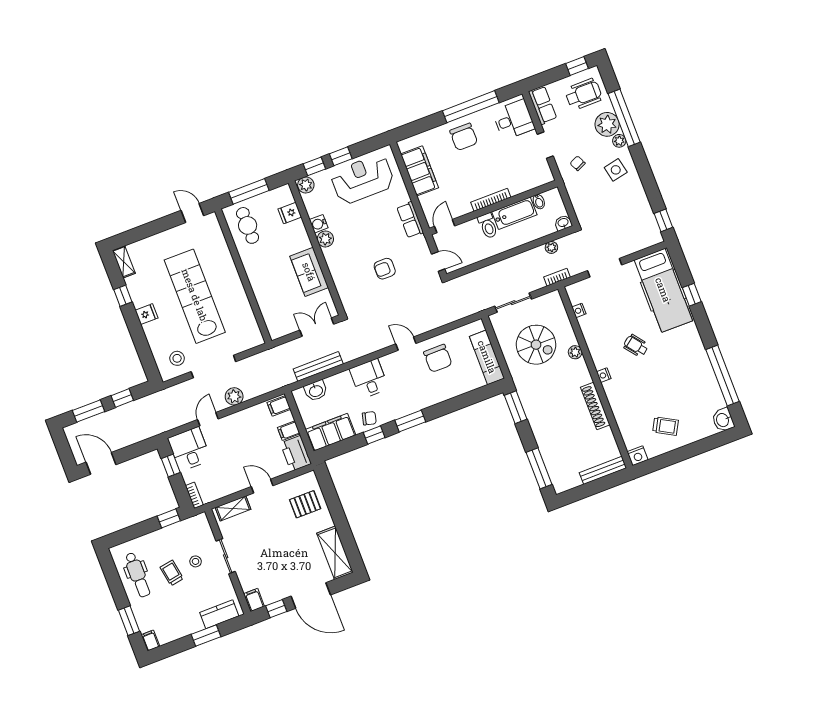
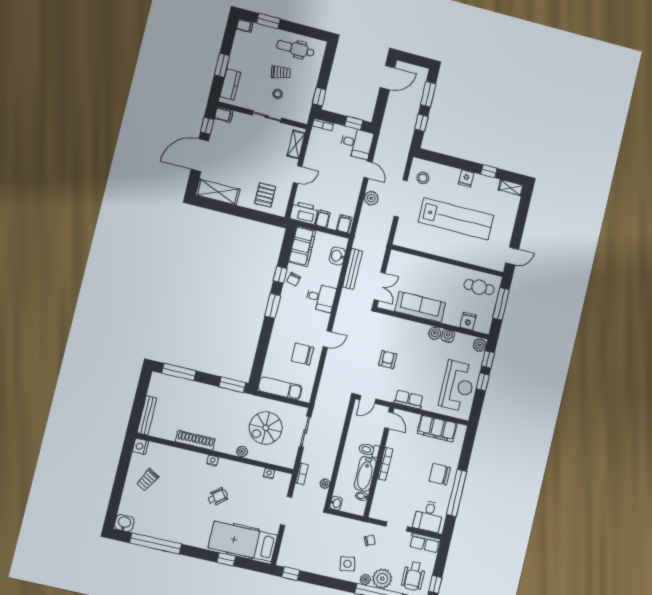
sofa: (309, 272) -> (420, 307), width x1.36

